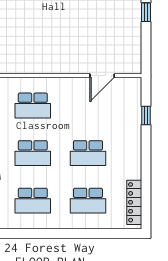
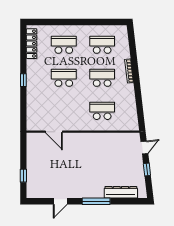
door: (102, 76) -> (54, 132), swing flipped
window: (146, 115) -> (23, 80), moved

